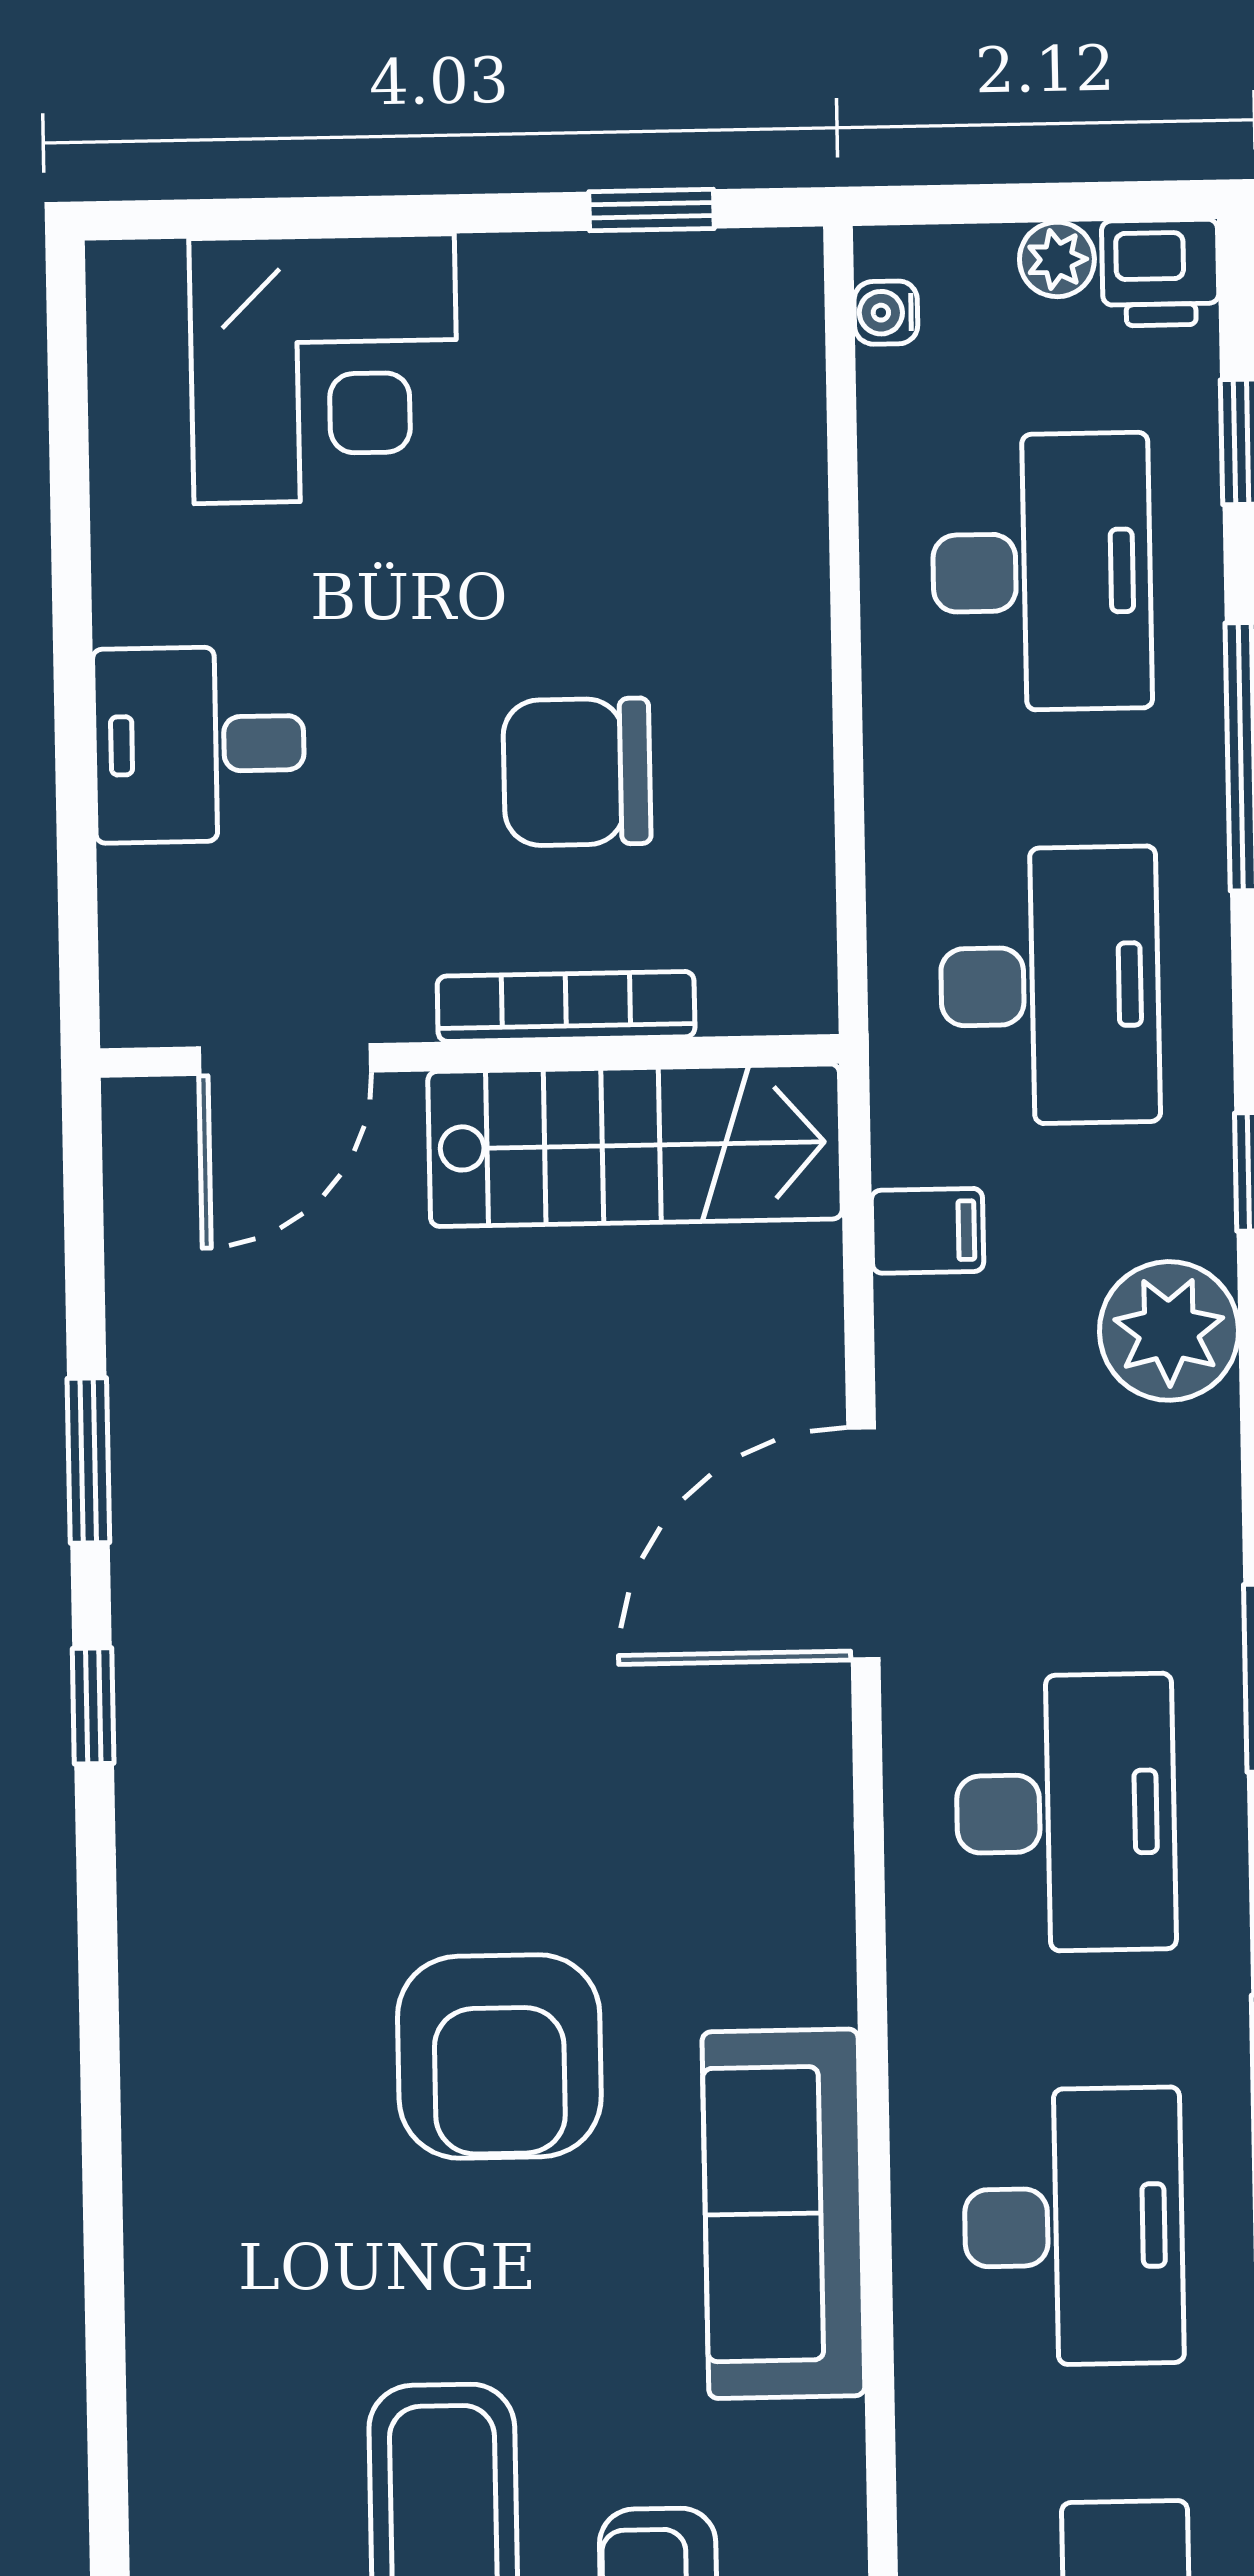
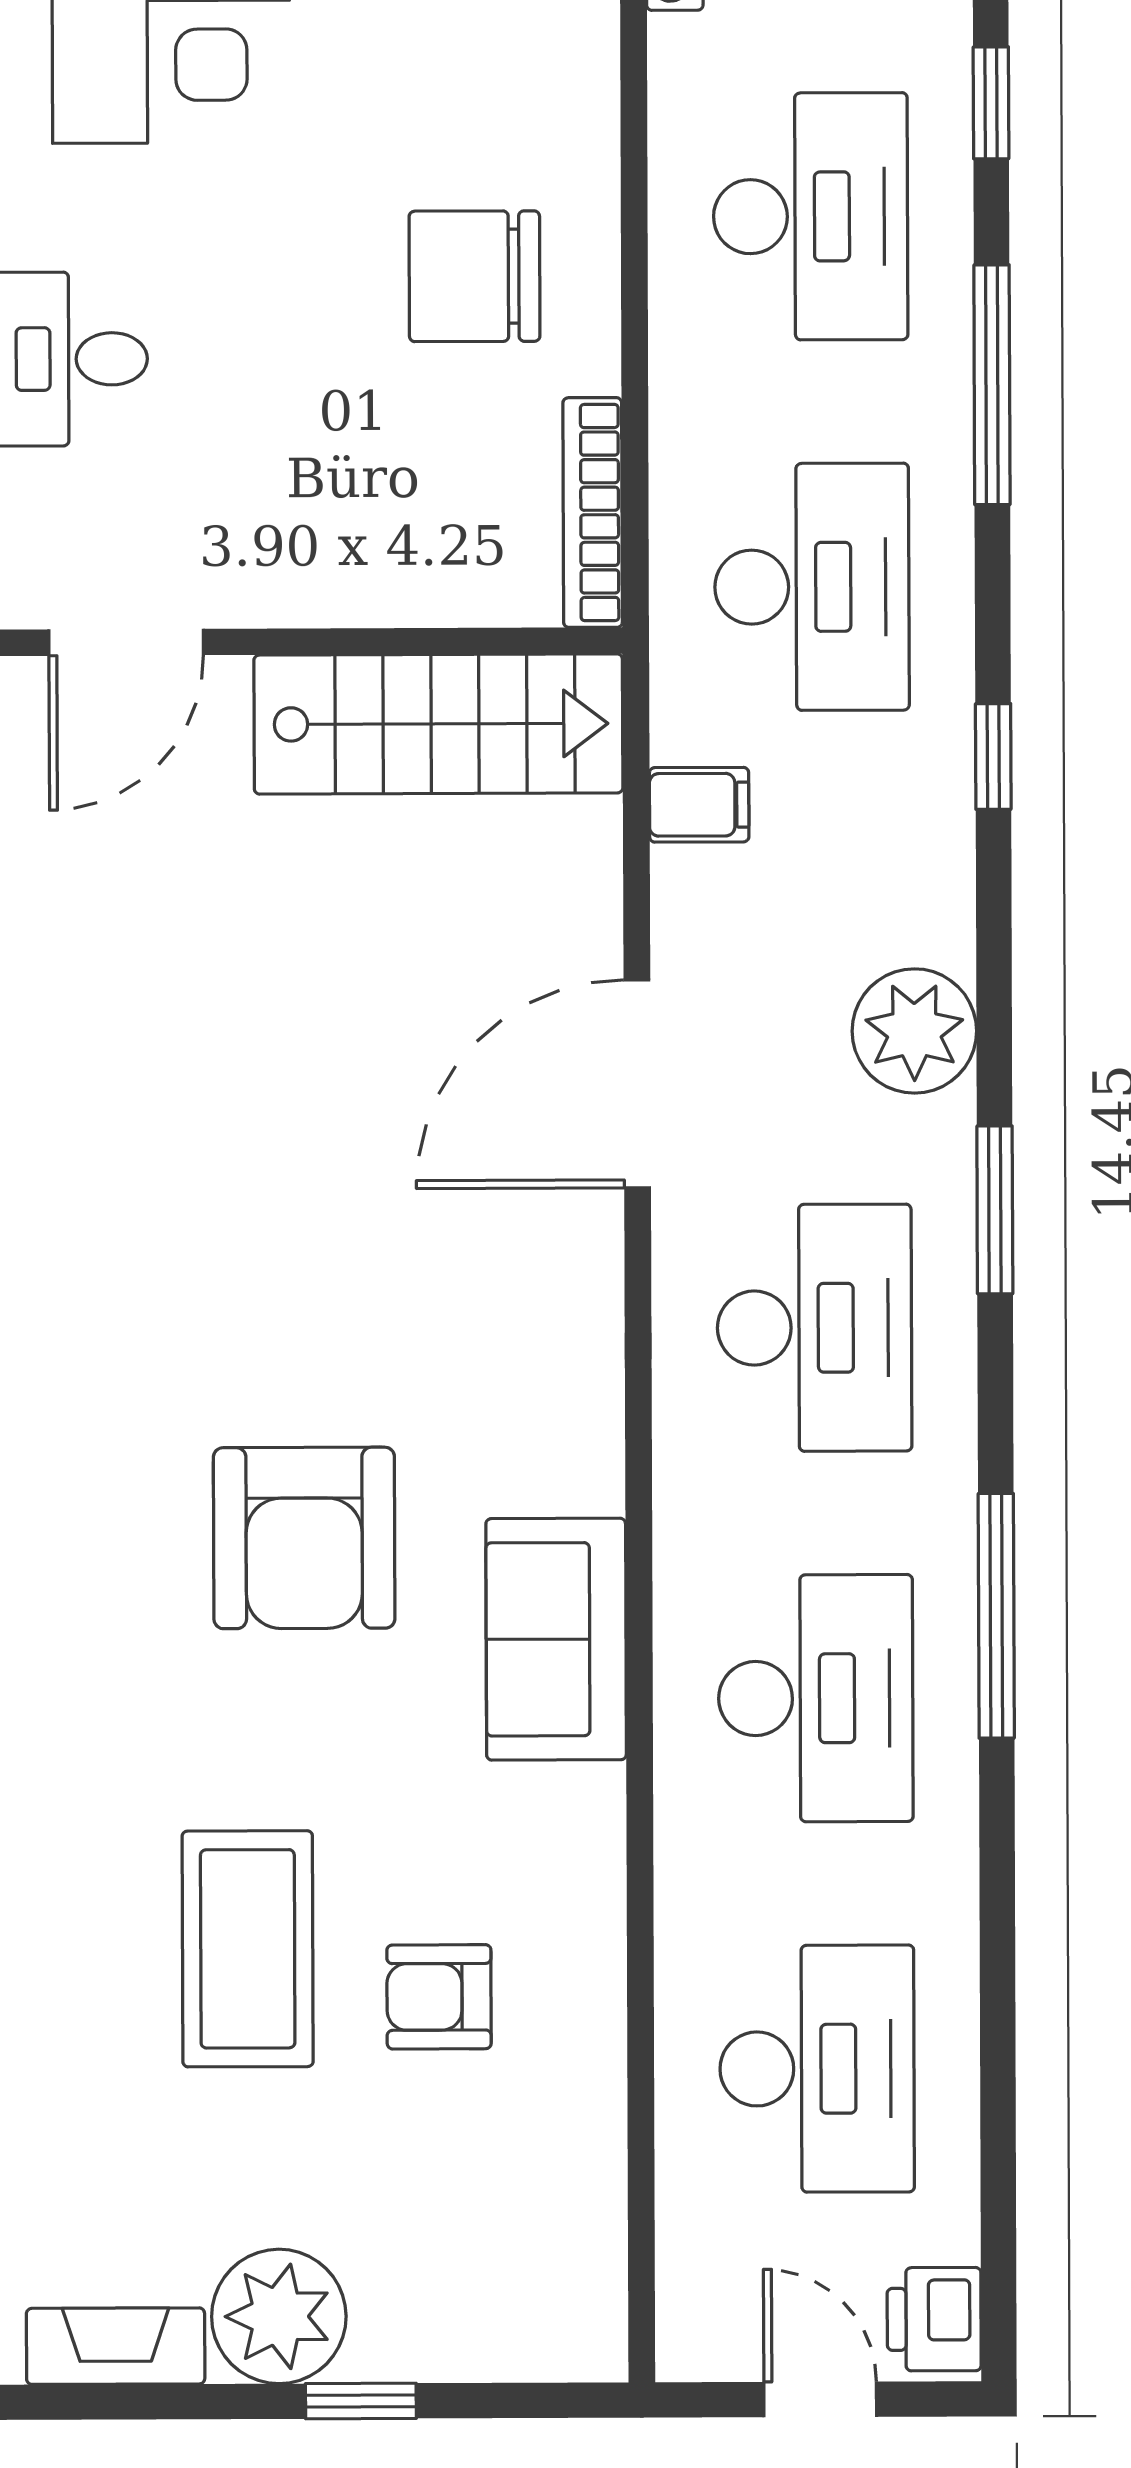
chair: (577, 772) -> (474, 276), moved
bookcase: (566, 1006) -> (593, 513), moved, turned -90
plant: (1169, 1331) -> (914, 1031), moved
sofa: (783, 2214) -> (556, 1639), width x0.73

